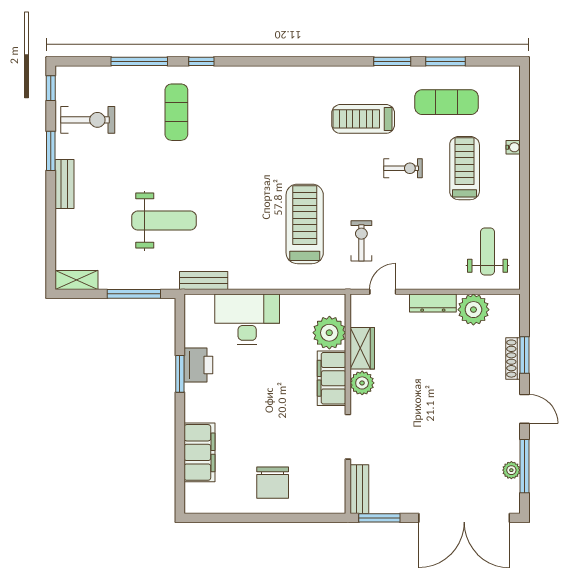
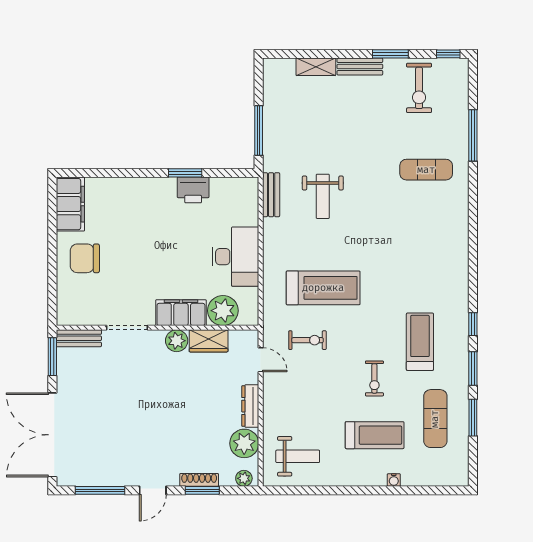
window: (201, 61) -> (473, 324), moved
weight bench: (164, 221) -> (323, 196), moved, width x0.73, depth x0.75
shelving: (76, 280) -> (316, 67), moved, turned 90
desk: (247, 319) -> (235, 257), moved
filing cabinet: (200, 452) -> (70, 204), moved, turned -90
plant: (511, 470) -> (244, 478), moved

